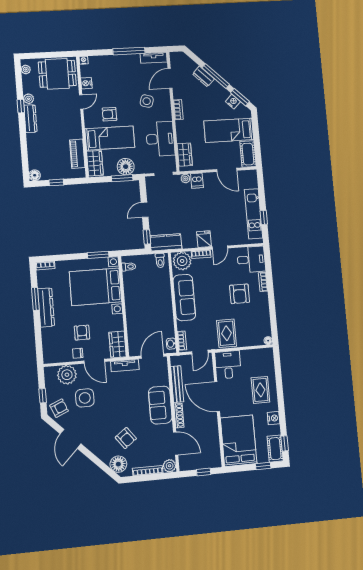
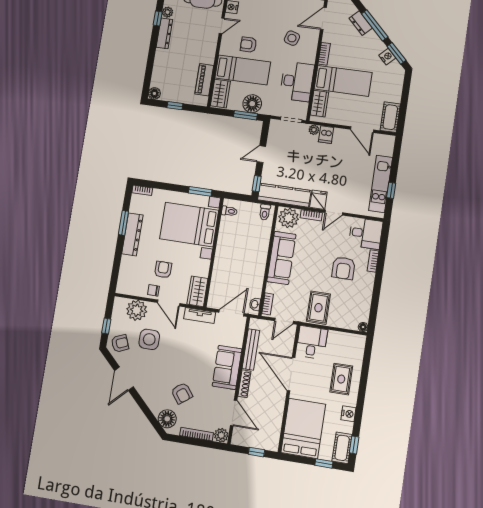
bed: (229, 130) -> (343, 81), moved, turned 180
kitchen counter: (166, 242) -> (284, 195), width x1.50

